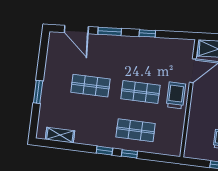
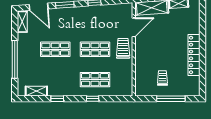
shelving: (53, 46) -> (22, 22), added
window: (38, 92) -> (15, 59), width x2.11
window: (104, 151) -> (57, 99), moved

